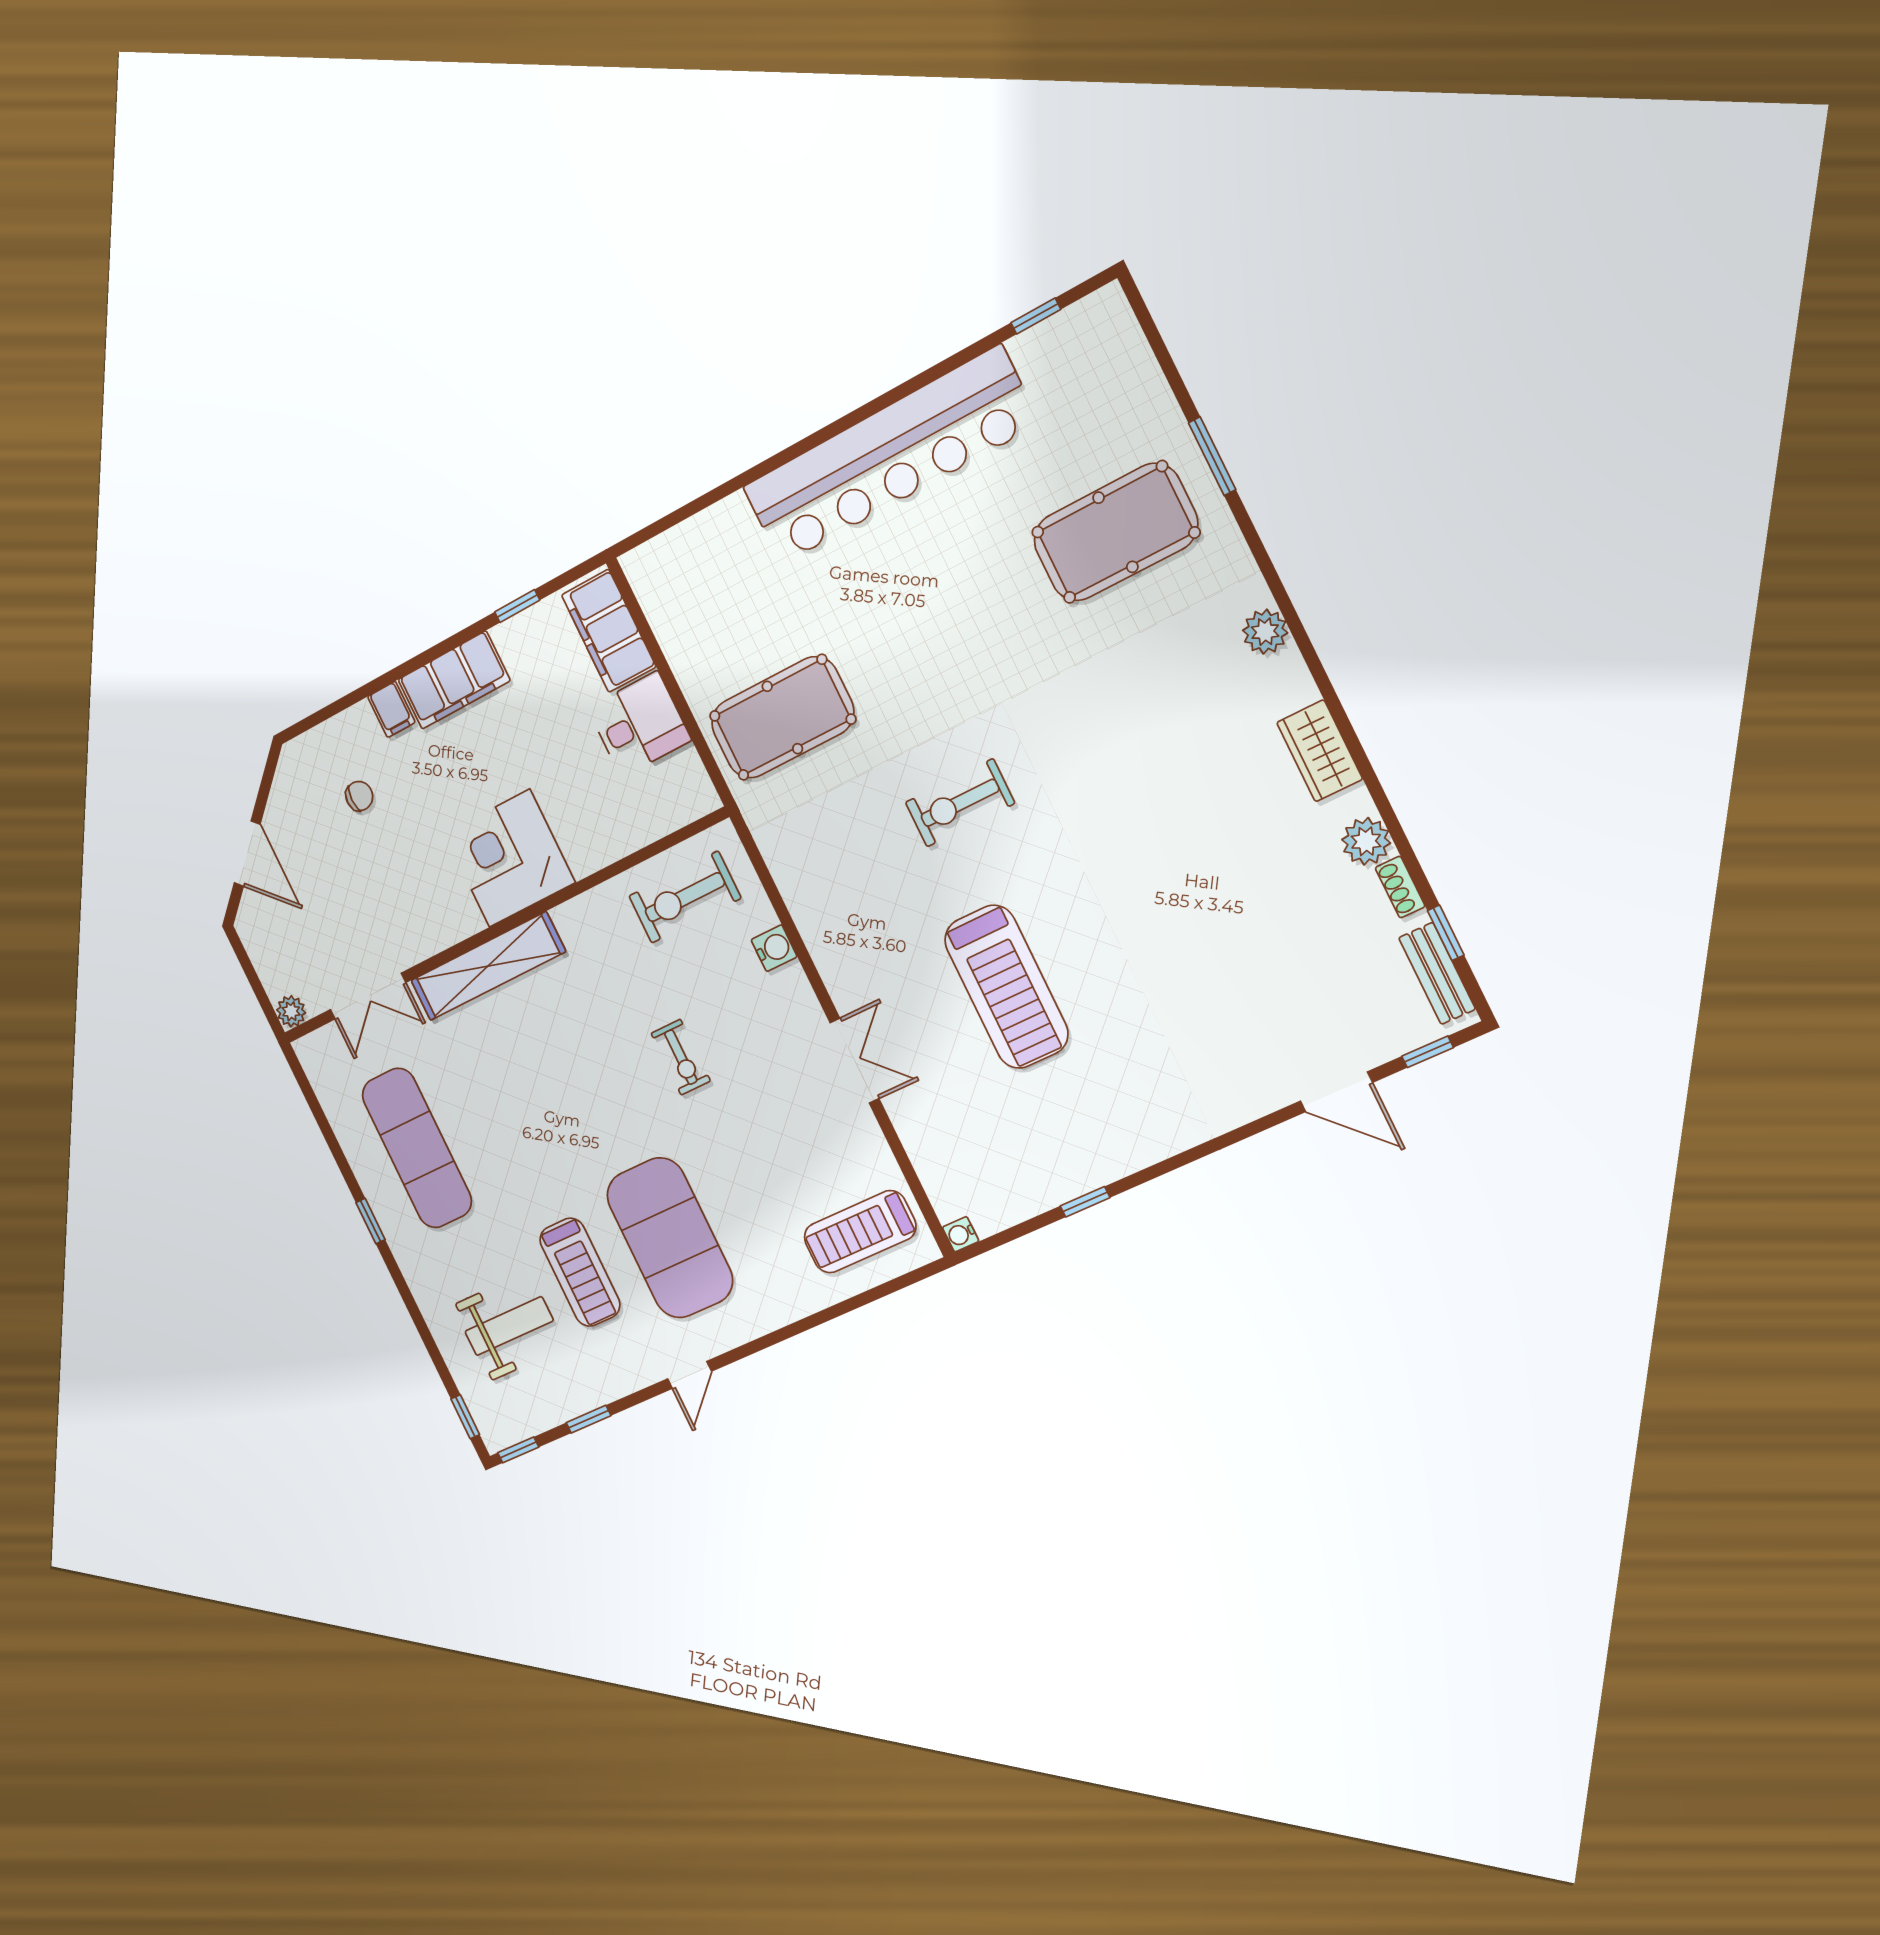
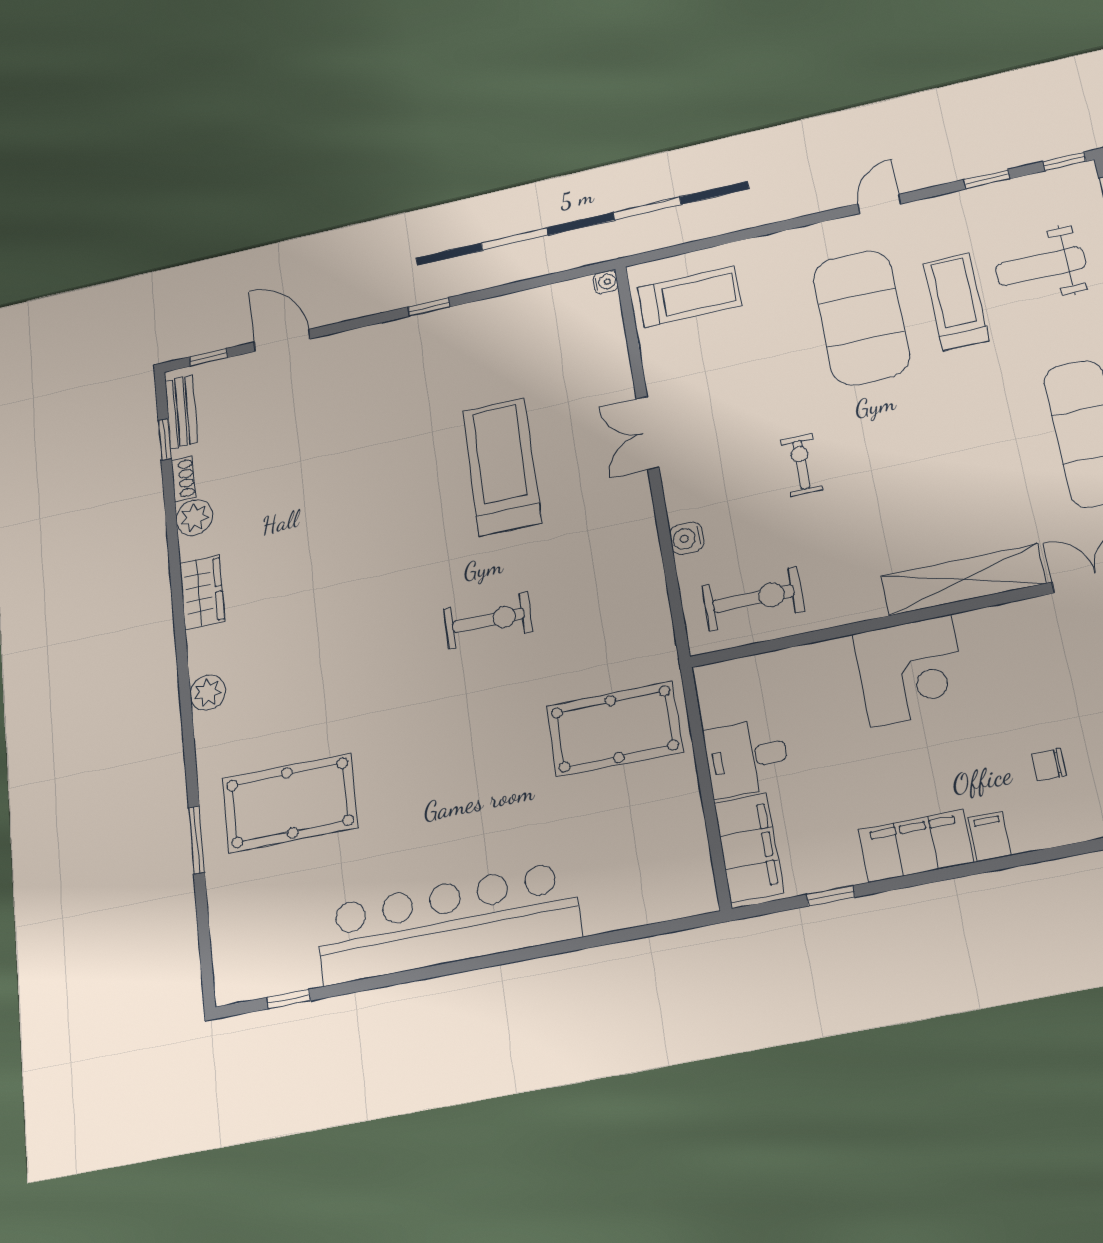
window: (1085, 1202) -> (429, 307), moved

